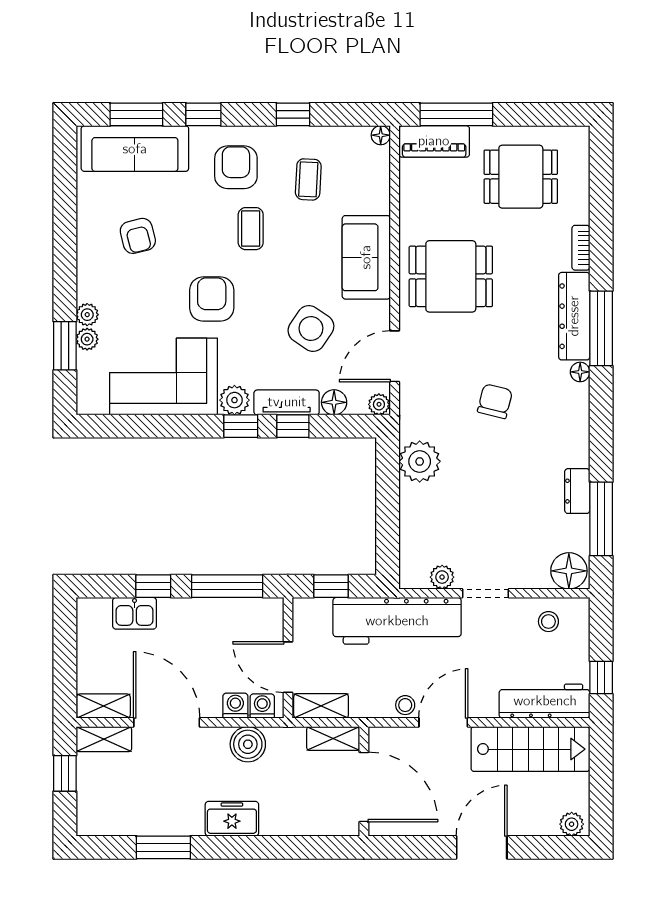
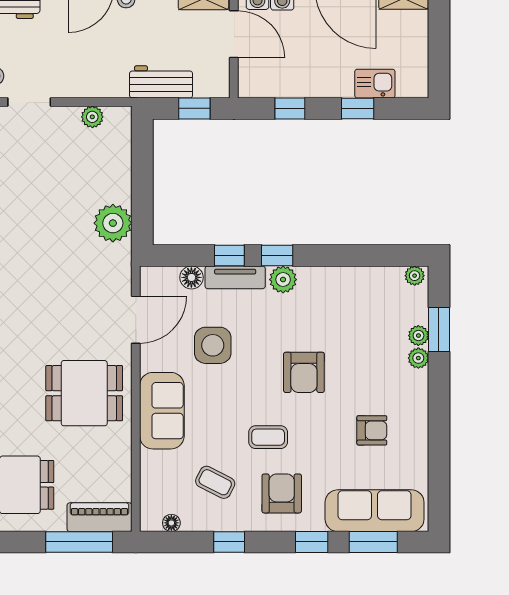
floor lamp: (381, 135) -> (171, 523), moved
armchair: (236, 167) -> (282, 493), turned 180
coffee table: (308, 179) -> (215, 482), turned -66
coffee table: (251, 229) -> (268, 437), turned 90
armchair: (138, 236) -> (372, 430), turned 104
side table: (311, 328) -> (213, 345), turned -34
corner sofa: (164, 376) -> (348, 301), removed
chair: (495, 401) -> (44, 278), removed
plant: (379, 404) -> (415, 276), moved
window: (227, 586) -> (290, 108), width x0.46
doorway: (485, 593) -> (29, 102), moved
workbench: (397, 621) -> (161, 82), width x0.53, depth x0.76

